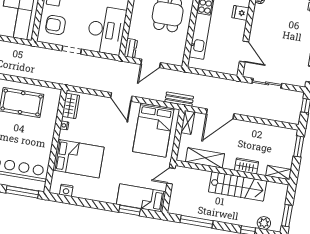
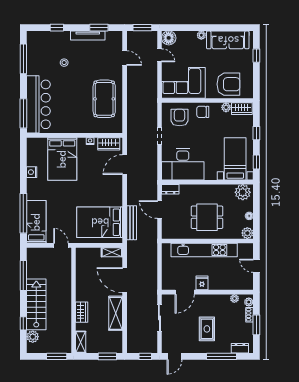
fridge: (240, 13) -> (202, 283), moved
rug: (288, 34) -> (207, 329), added
door: (121, 97) -> (125, 165), moved
bench: (179, 99) -> (132, 223), moved, width x1.36
shelving: (205, 158) -> (116, 313), moved
stairs: (238, 186) -> (36, 304), moved, turned 180
nightstand: (66, 190) -> (32, 172), moved
window: (130, 210) -> (23, 213), width x2.11
window: (287, 216) -> (57, 356), moved

